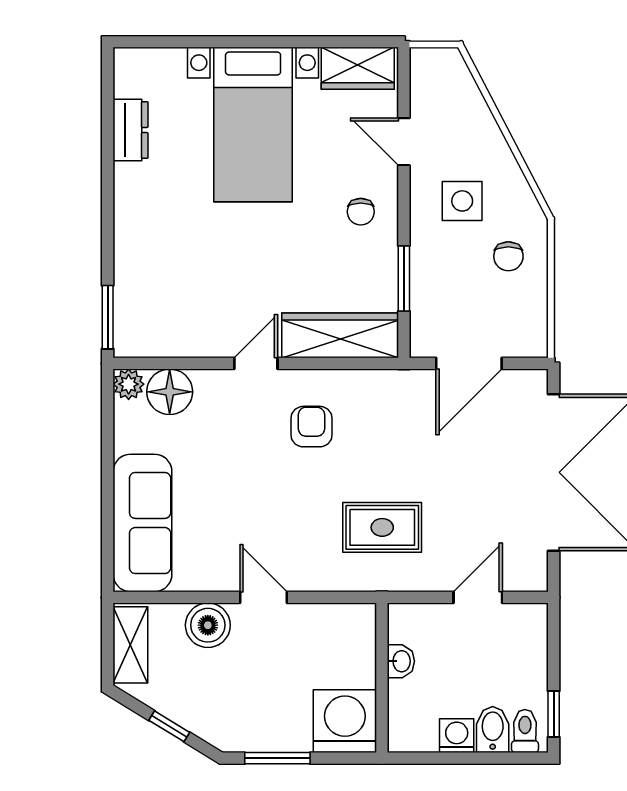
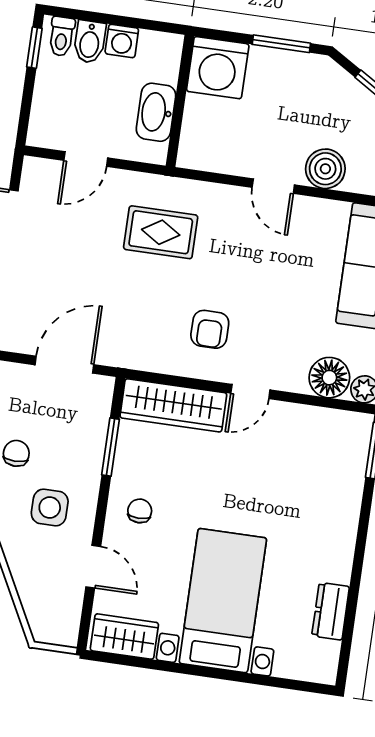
washbasin: (401, 661) -> (156, 112), width x1.91, depth x1.45

